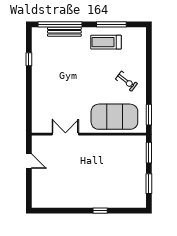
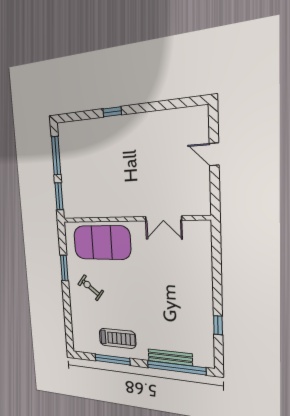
window: (149, 115) -> (64, 268), moved
door: (29, 161) -> (214, 154), moved
window: (149, 184) -> (56, 156), width x1.44

